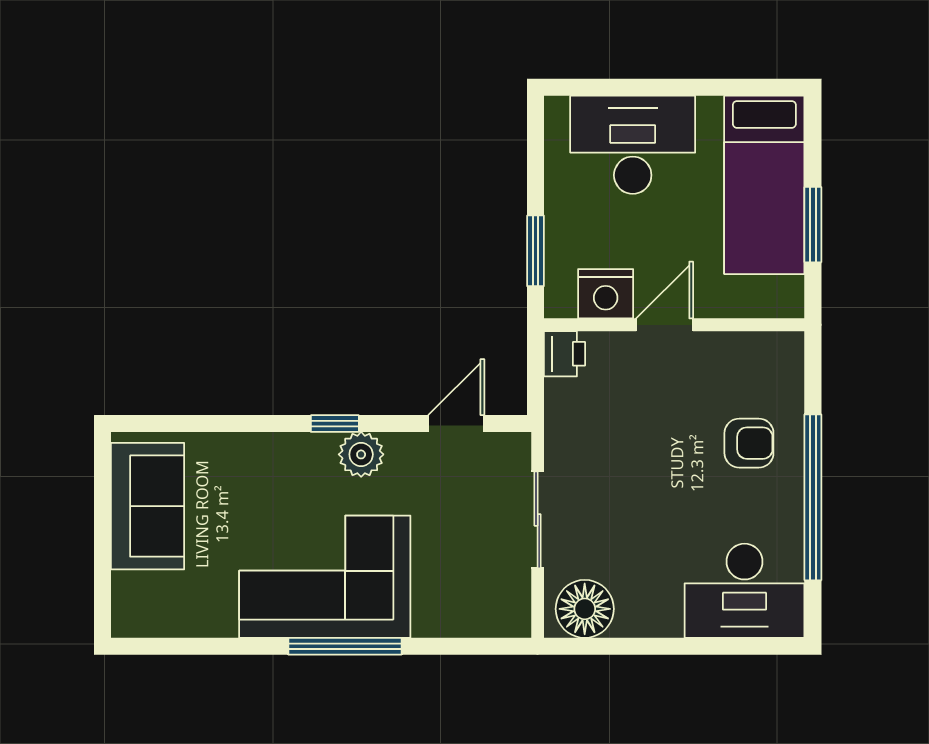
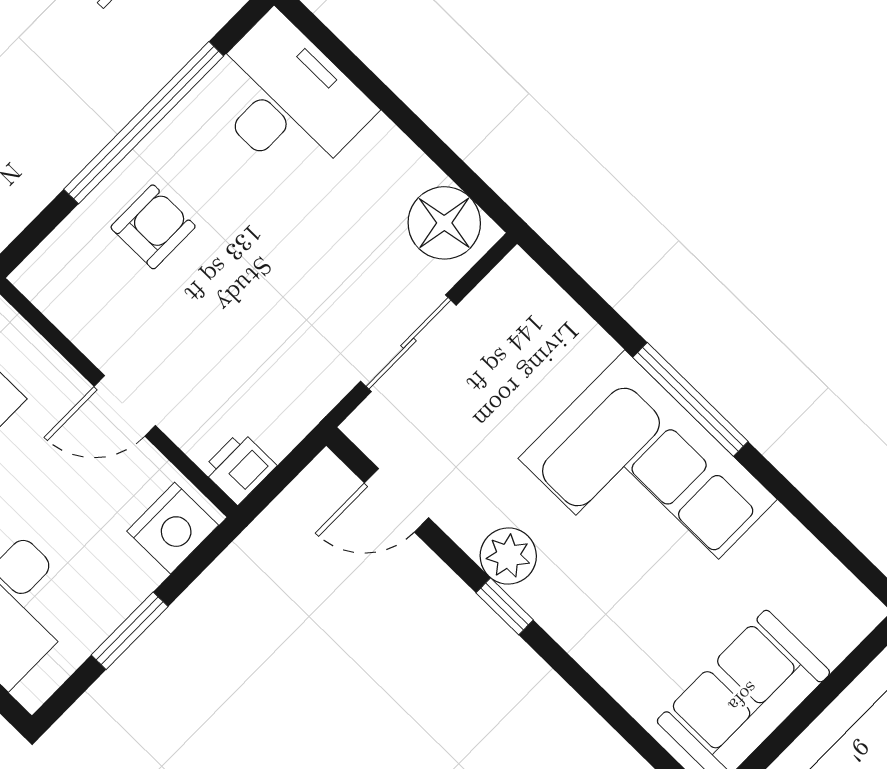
window: (535, 251) -> (130, 631), moved
nightstand: (606, 294) -> (173, 528), moved, turned 90
armchair: (749, 443) -> (153, 227), turned 90

